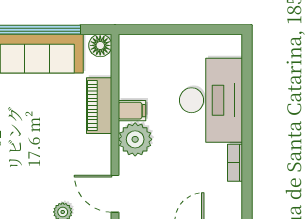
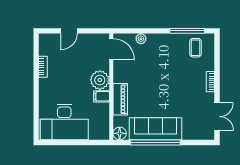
desk: (211, 100) -> (64, 122), moved, turned -90

